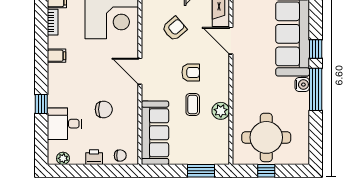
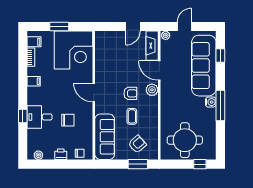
armchair: (174, 29) -> (137, 144), moved
window: (316, 49) -> (220, 56), moved
plant: (221, 111) -> (152, 90), moved
desk: (65, 124) -> (40, 117), moved
window: (266, 171) -> (200, 164), moved

